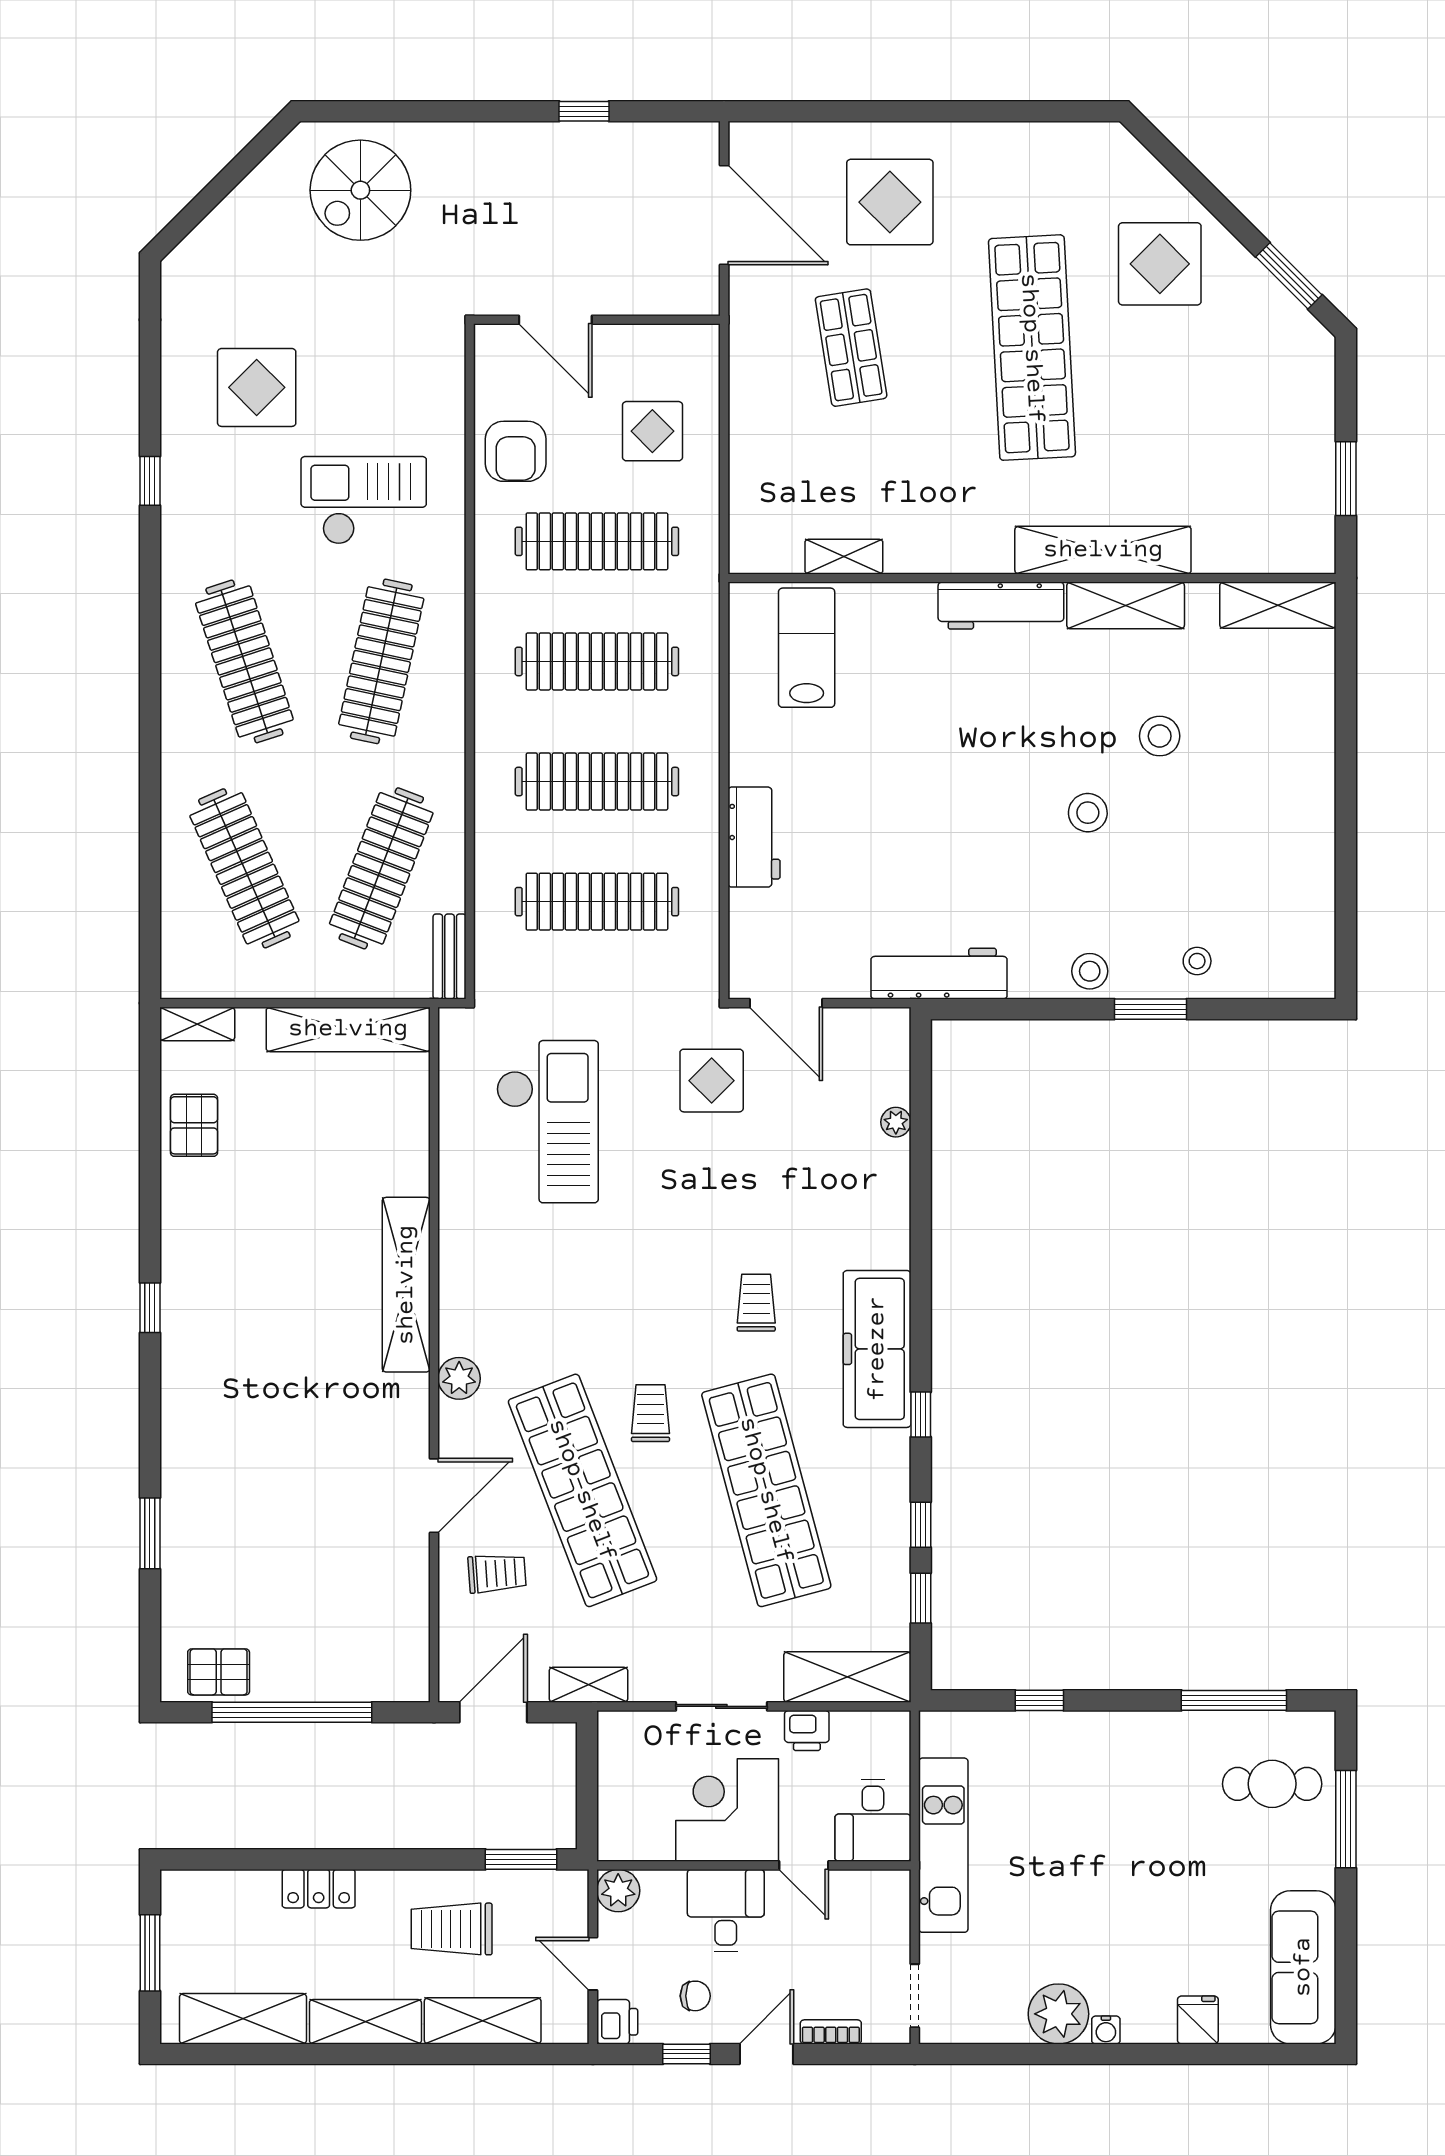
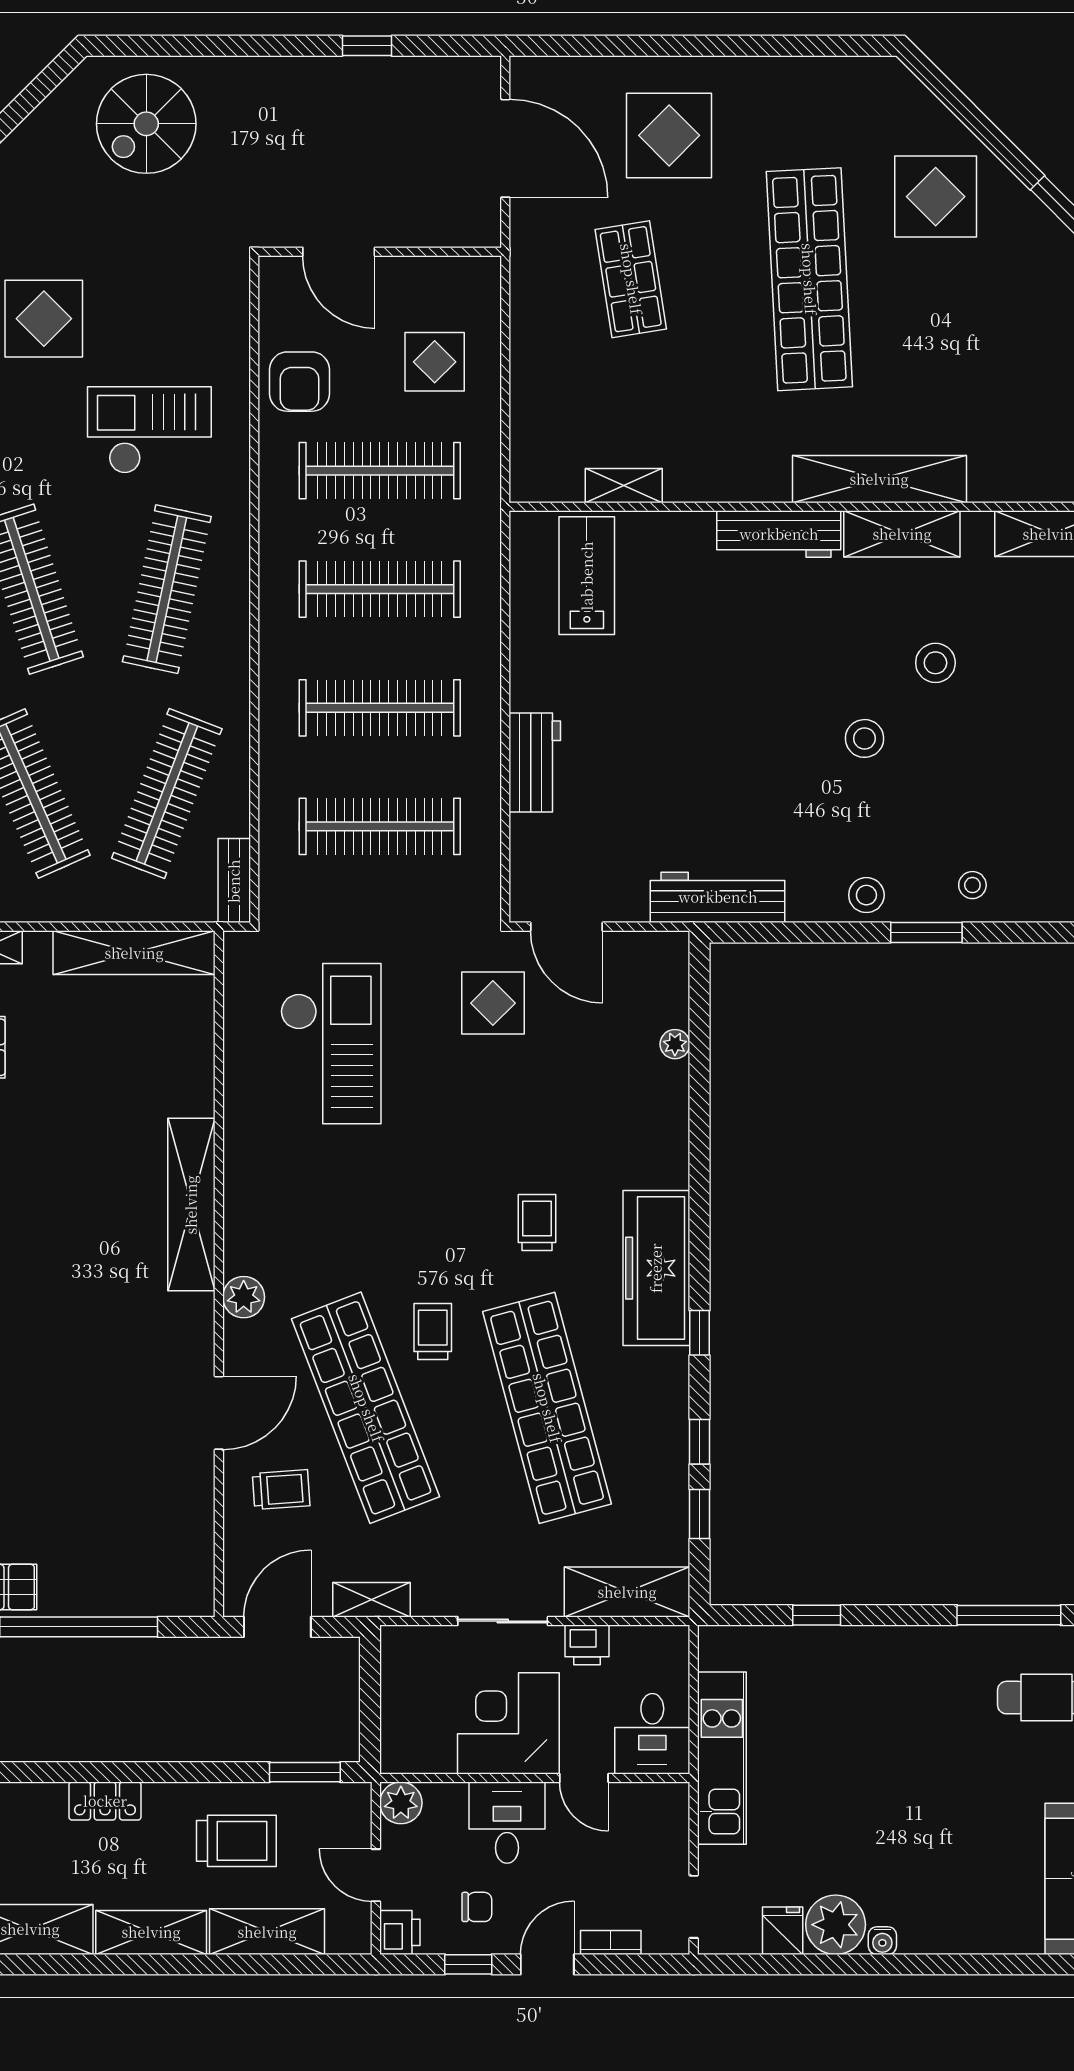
trolley: (452, 1929) -> (236, 1841), turned 180
fridge: (1198, 2020) -> (783, 1931), moved

